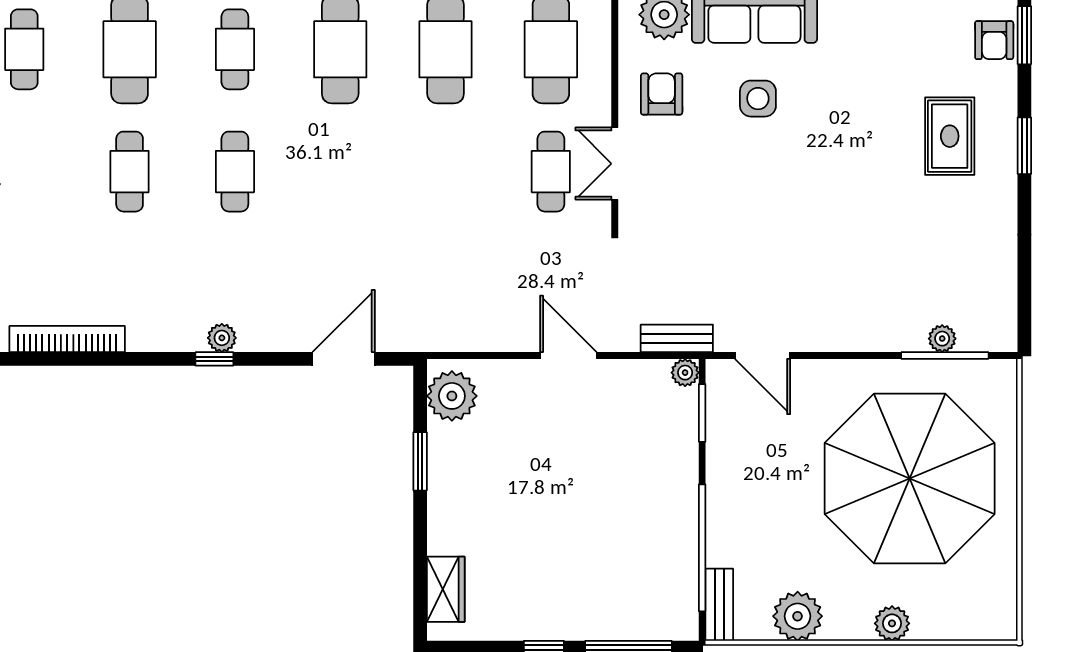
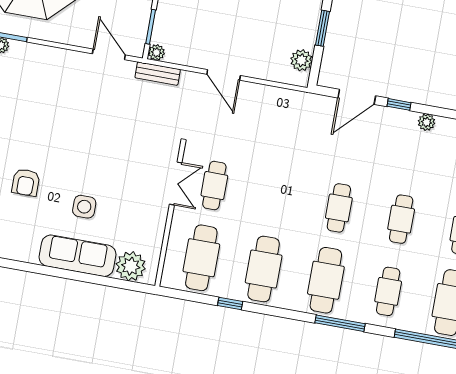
armchair: (662, 94) -> (26, 182), moved
cafe table: (340, 172) -> (339, 208), added
window: (214, 359) -> (399, 104), moved
plant: (452, 396) -> (301, 60), width x0.73, depth x0.73

